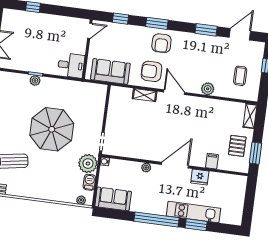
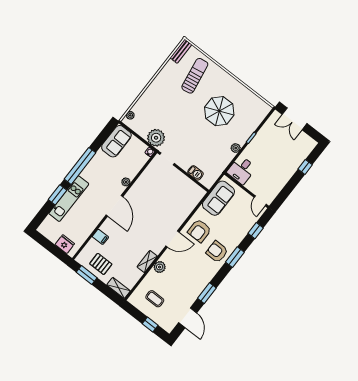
armchair: (151, 71) -> (199, 231), turned 180
plant: (35, 80) -> (236, 148), moved
shelving: (145, 95) -> (147, 262), moved
parasol: (52, 129) -> (219, 111), moved, width x0.73, depth x0.73
fridge: (200, 177) -> (65, 244), moved, turned 90
barbecue: (89, 182) -> (195, 173), moved

